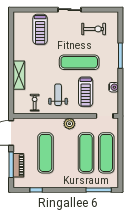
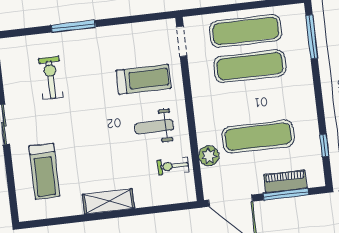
treadmill: (40, 29) -> (44, 171), turned 90
exercise bike: (94, 29) -> (51, 78), moved
exercise mat: (79, 62) -> (93, 97), removed
shelving: (19, 75) -> (108, 201), moved
water cooler: (114, 87) -> (130, 32), removed
plant: (69, 124) -> (209, 156), moved

